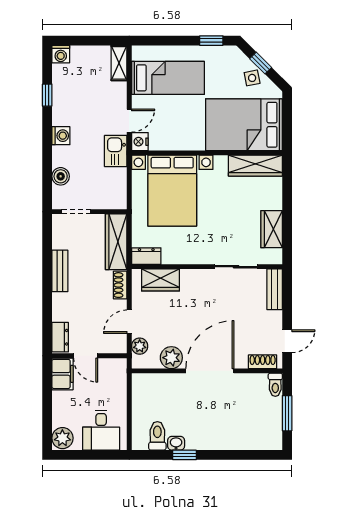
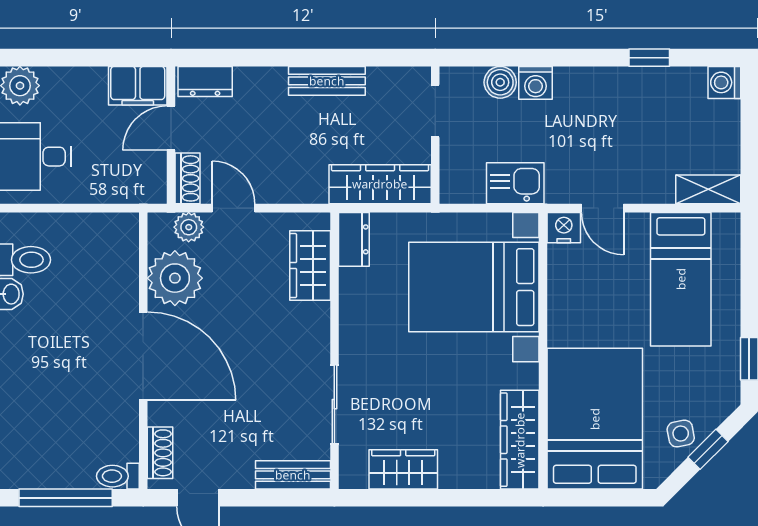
washing machine: (61, 136) -> (536, 83), moved
kitchen sink: (116, 151) -> (515, 183), moved
shoe rack: (120, 285) -> (188, 178), moved, turned 90
plant: (171, 358) -> (175, 278), width x1.36, depth x1.36
window: (287, 413) -> (66, 498), width x1.44

